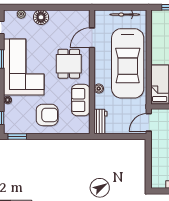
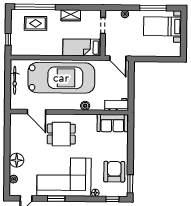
sofa: (81, 100) -> (112, 123), moved
armchair: (47, 115) -> (114, 172), moved

